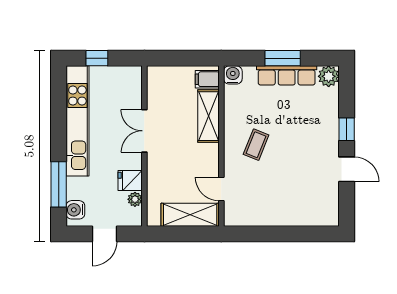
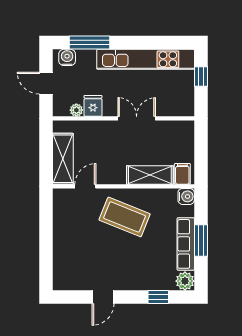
window: (347, 129) -> (158, 297), moved
coffee table: (256, 145) -> (125, 217), width x1.86, depth x1.72

